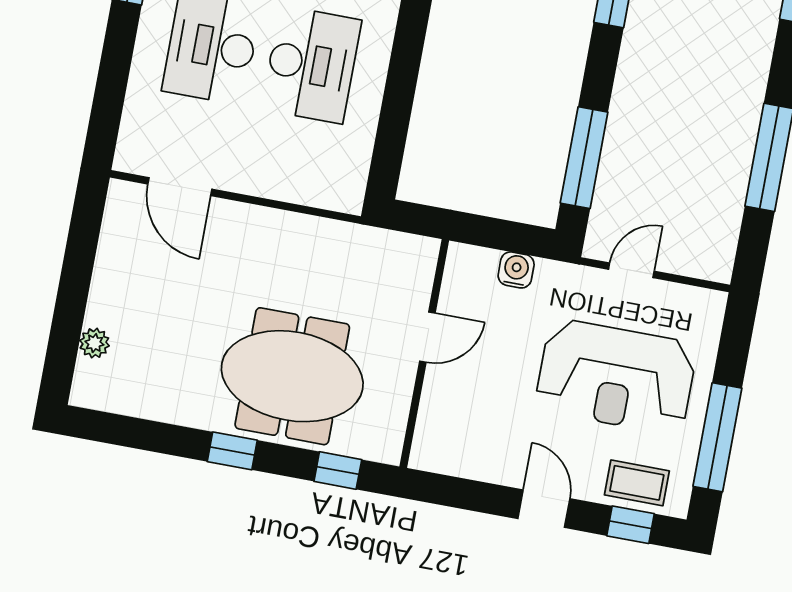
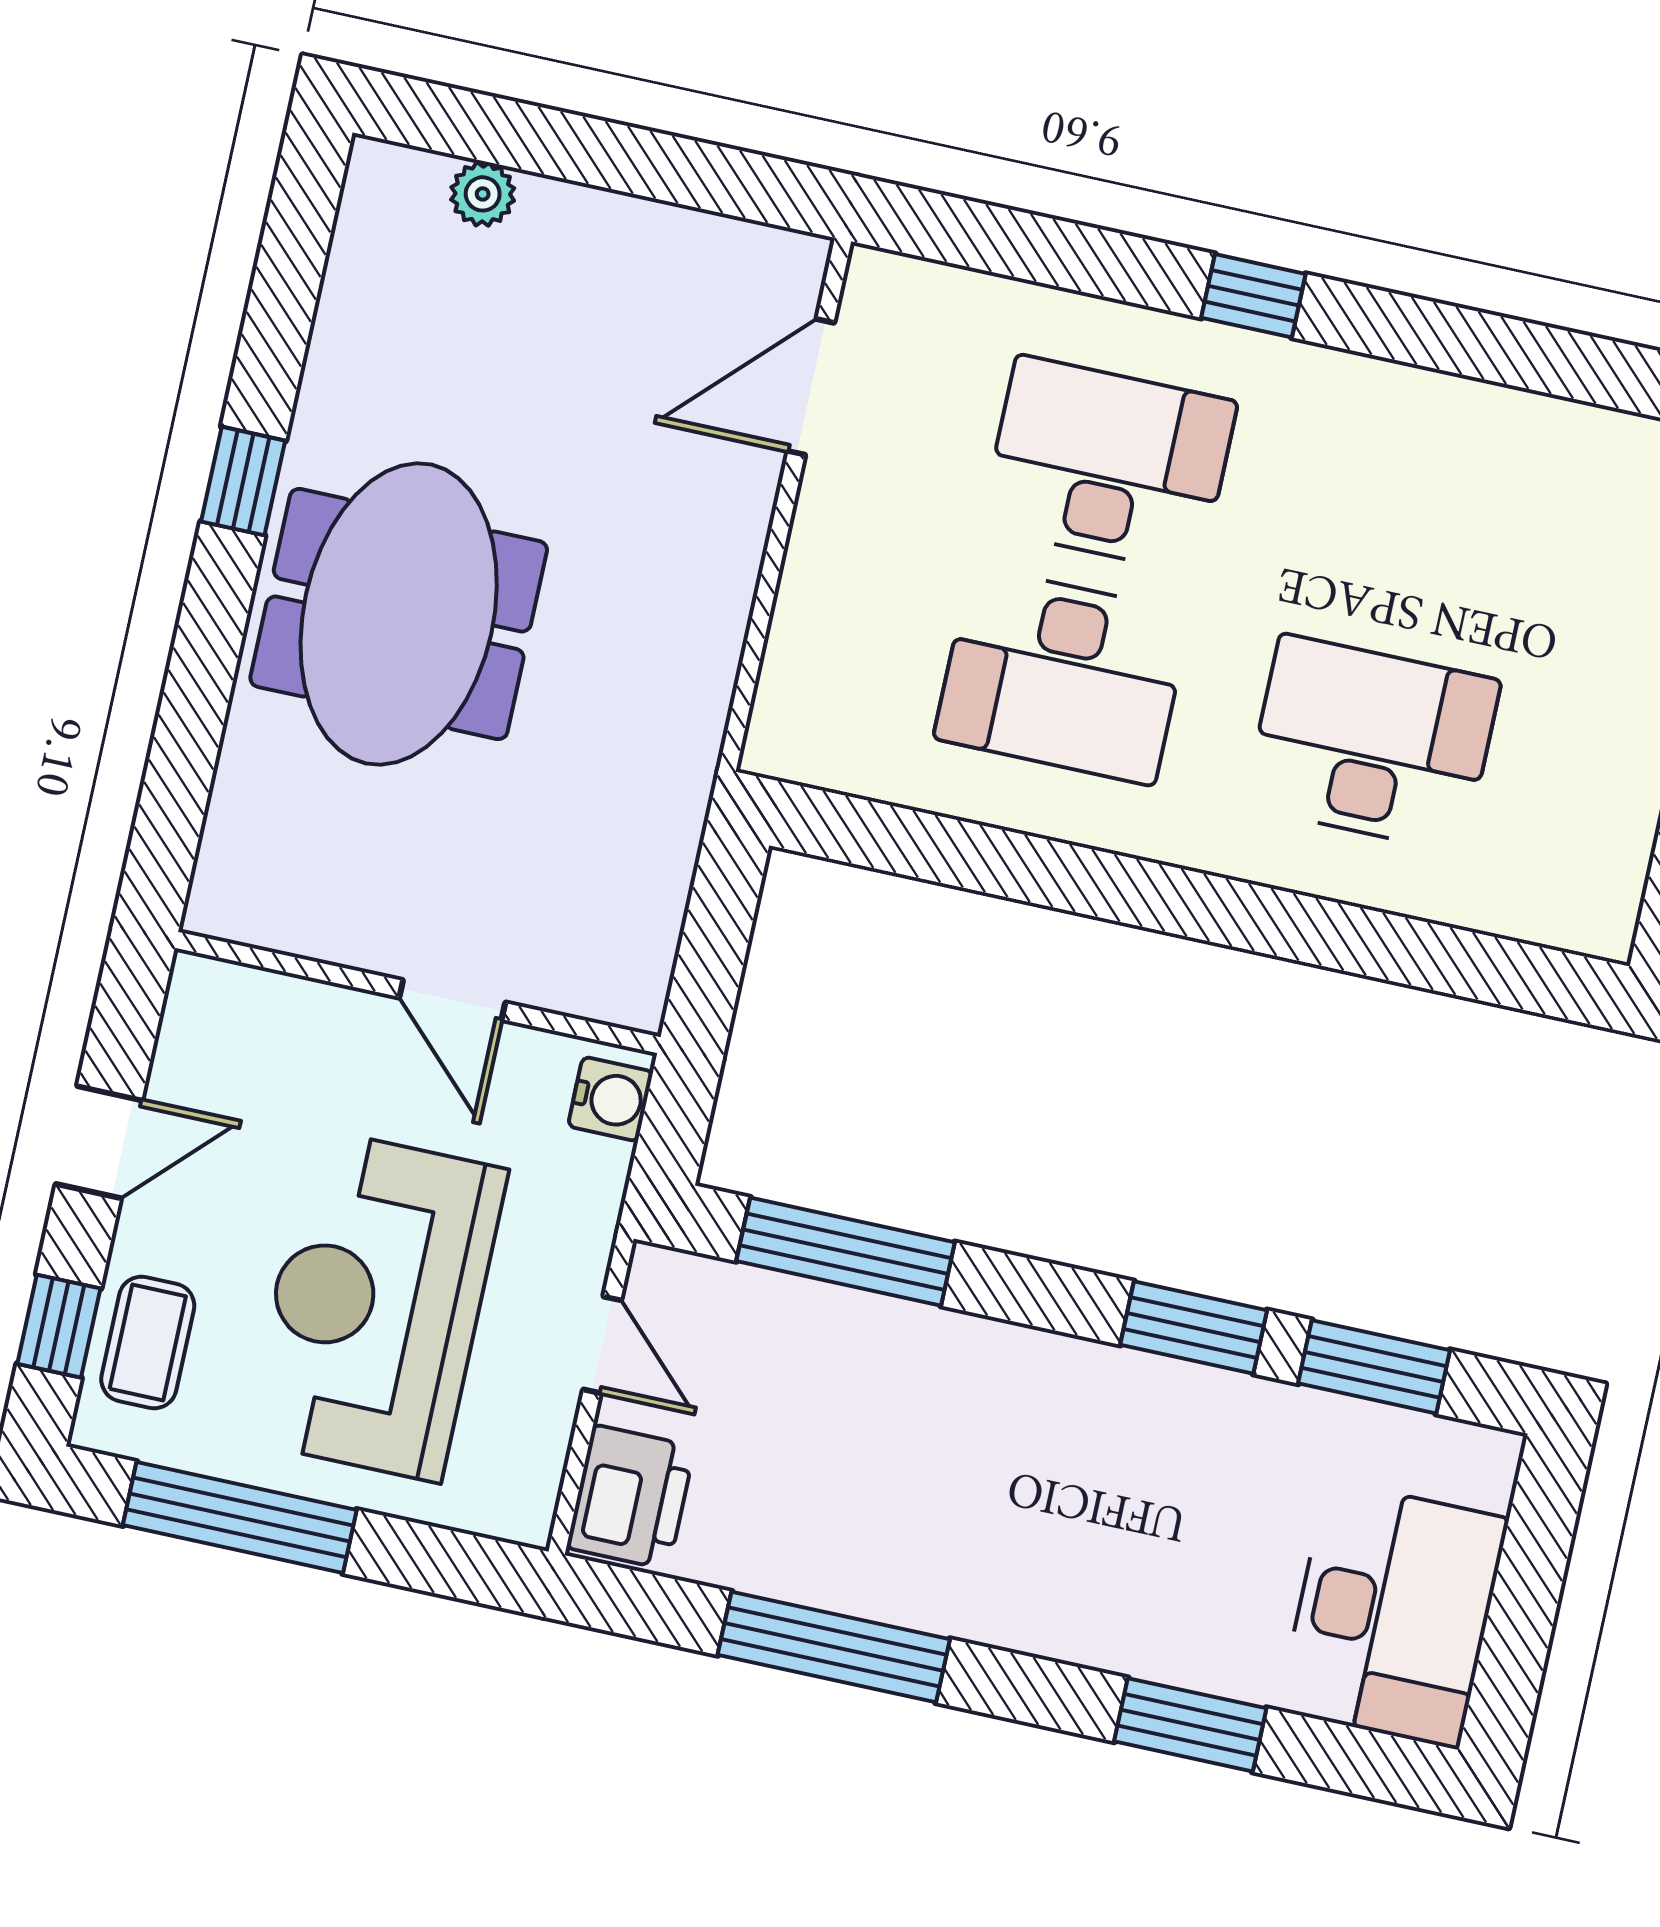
printer: (702, 255) -> (631, 1497), added
door: (427, 337) -> (452, 1000), moved
wall: (424, 353) -> (418, 992), moved
window: (338, 470) -> (194, 705), removed

